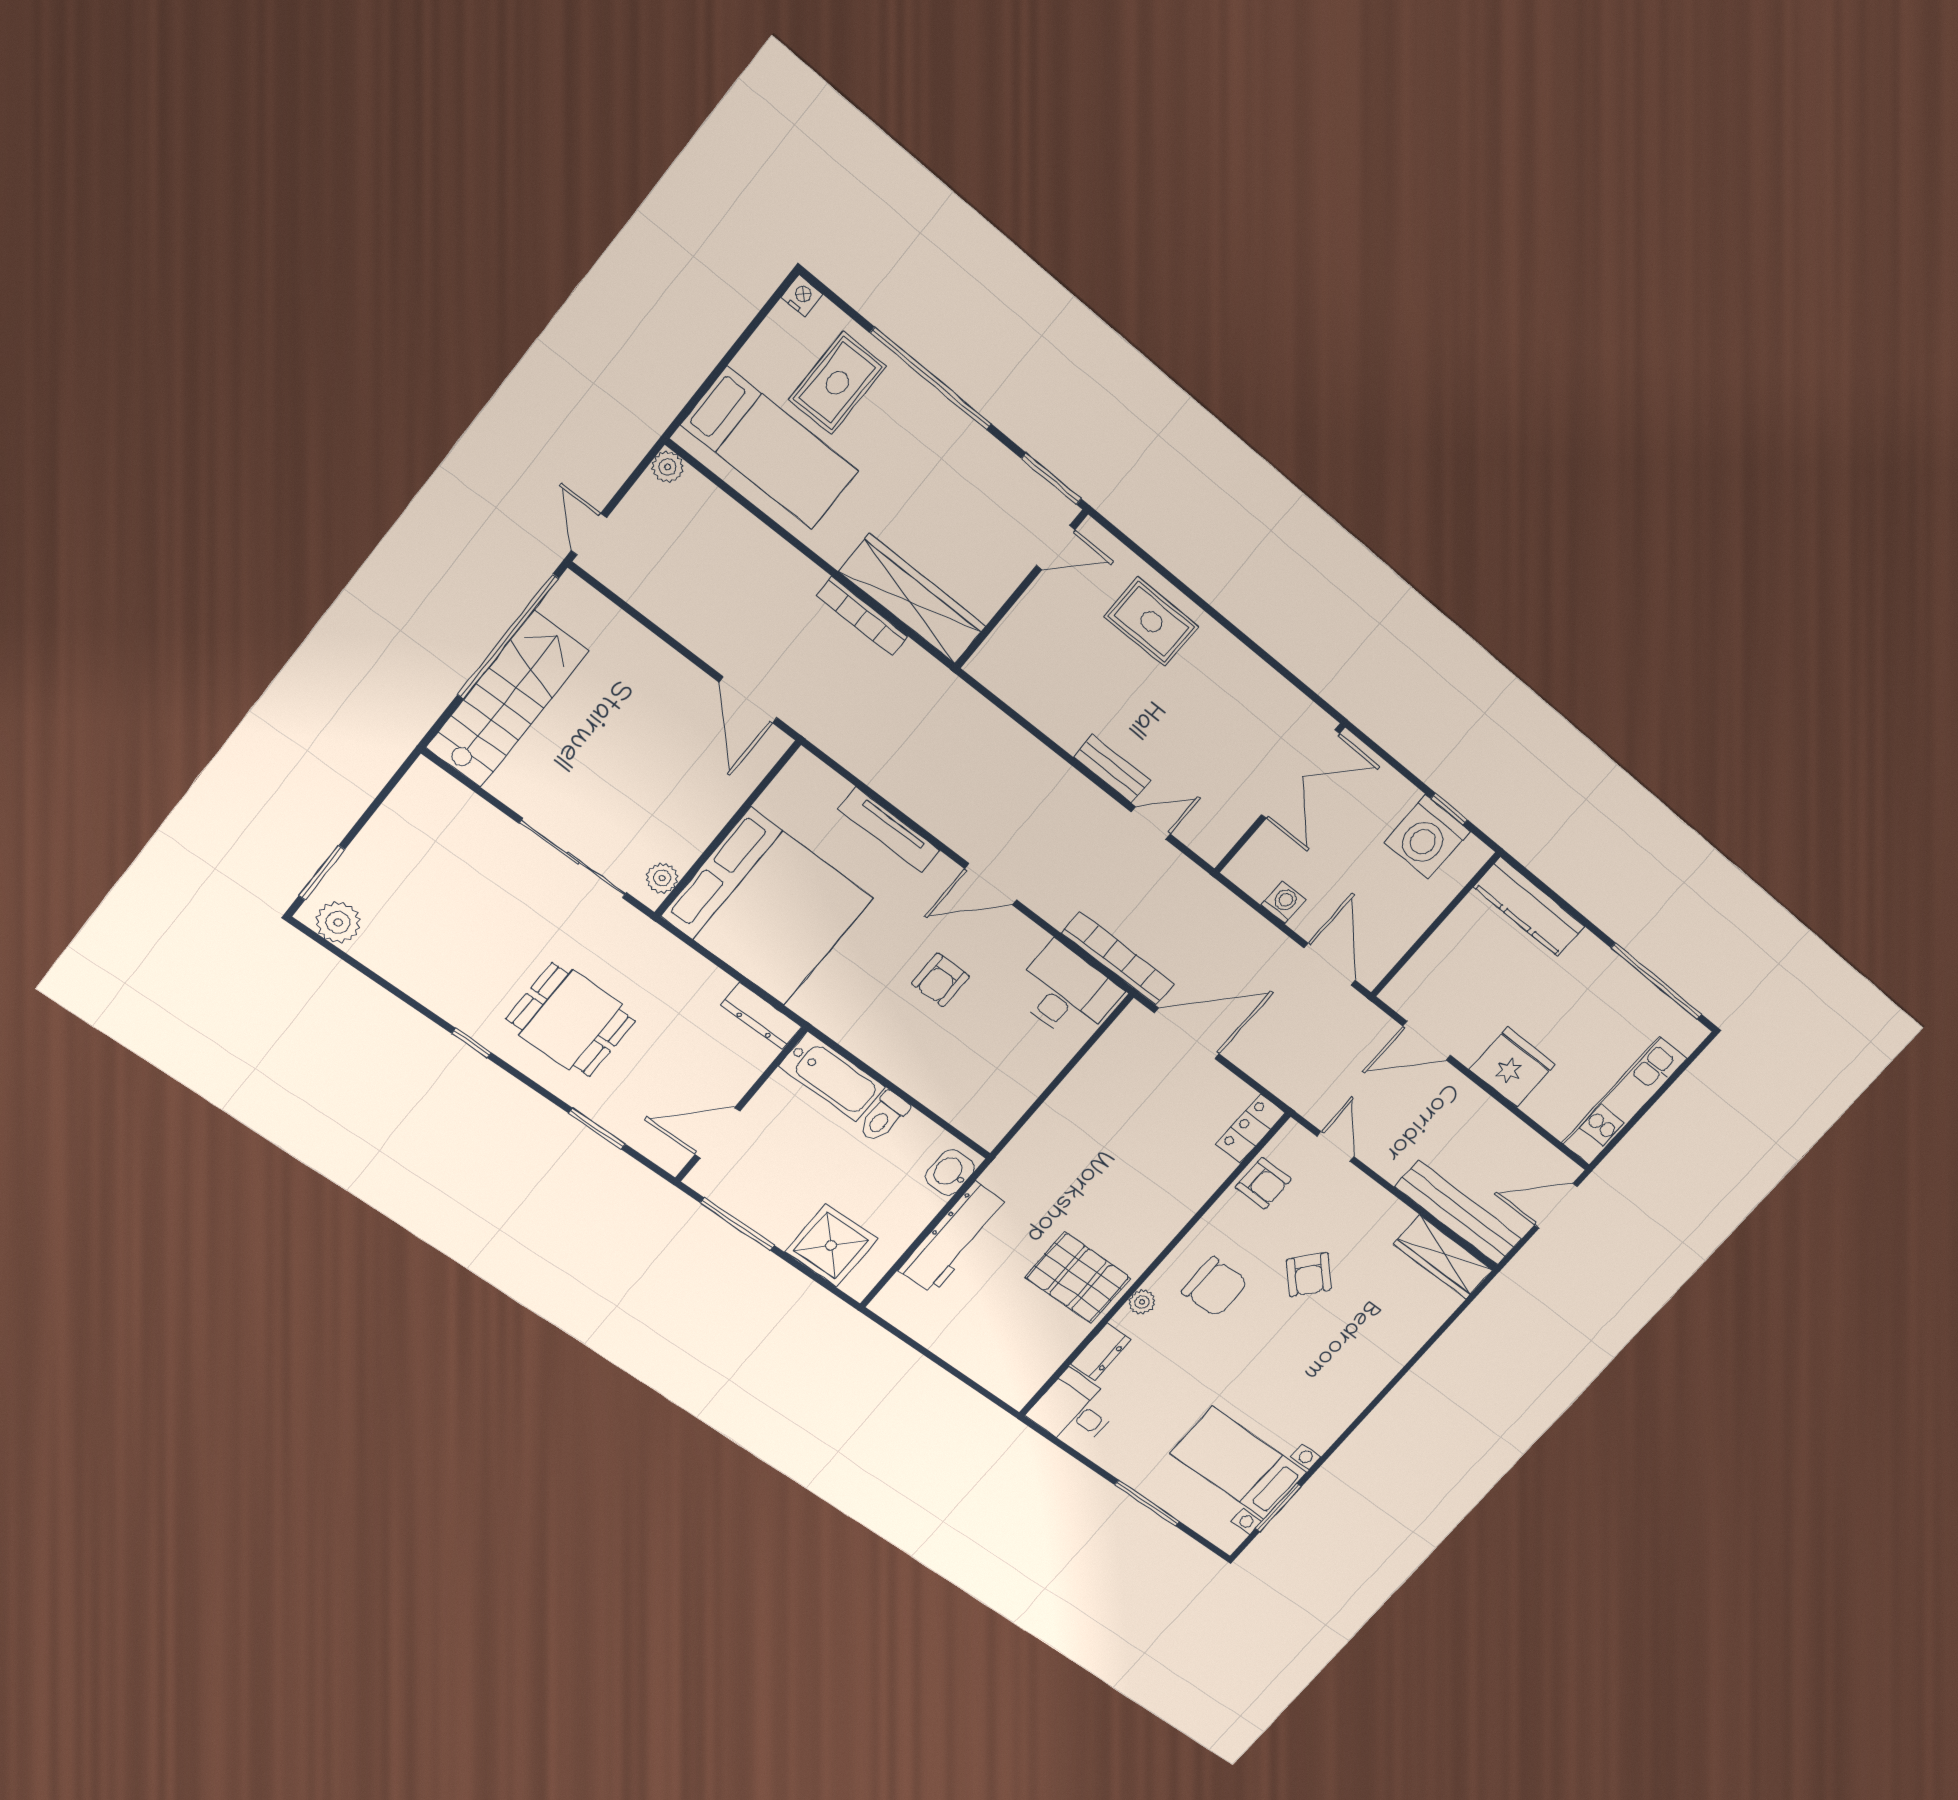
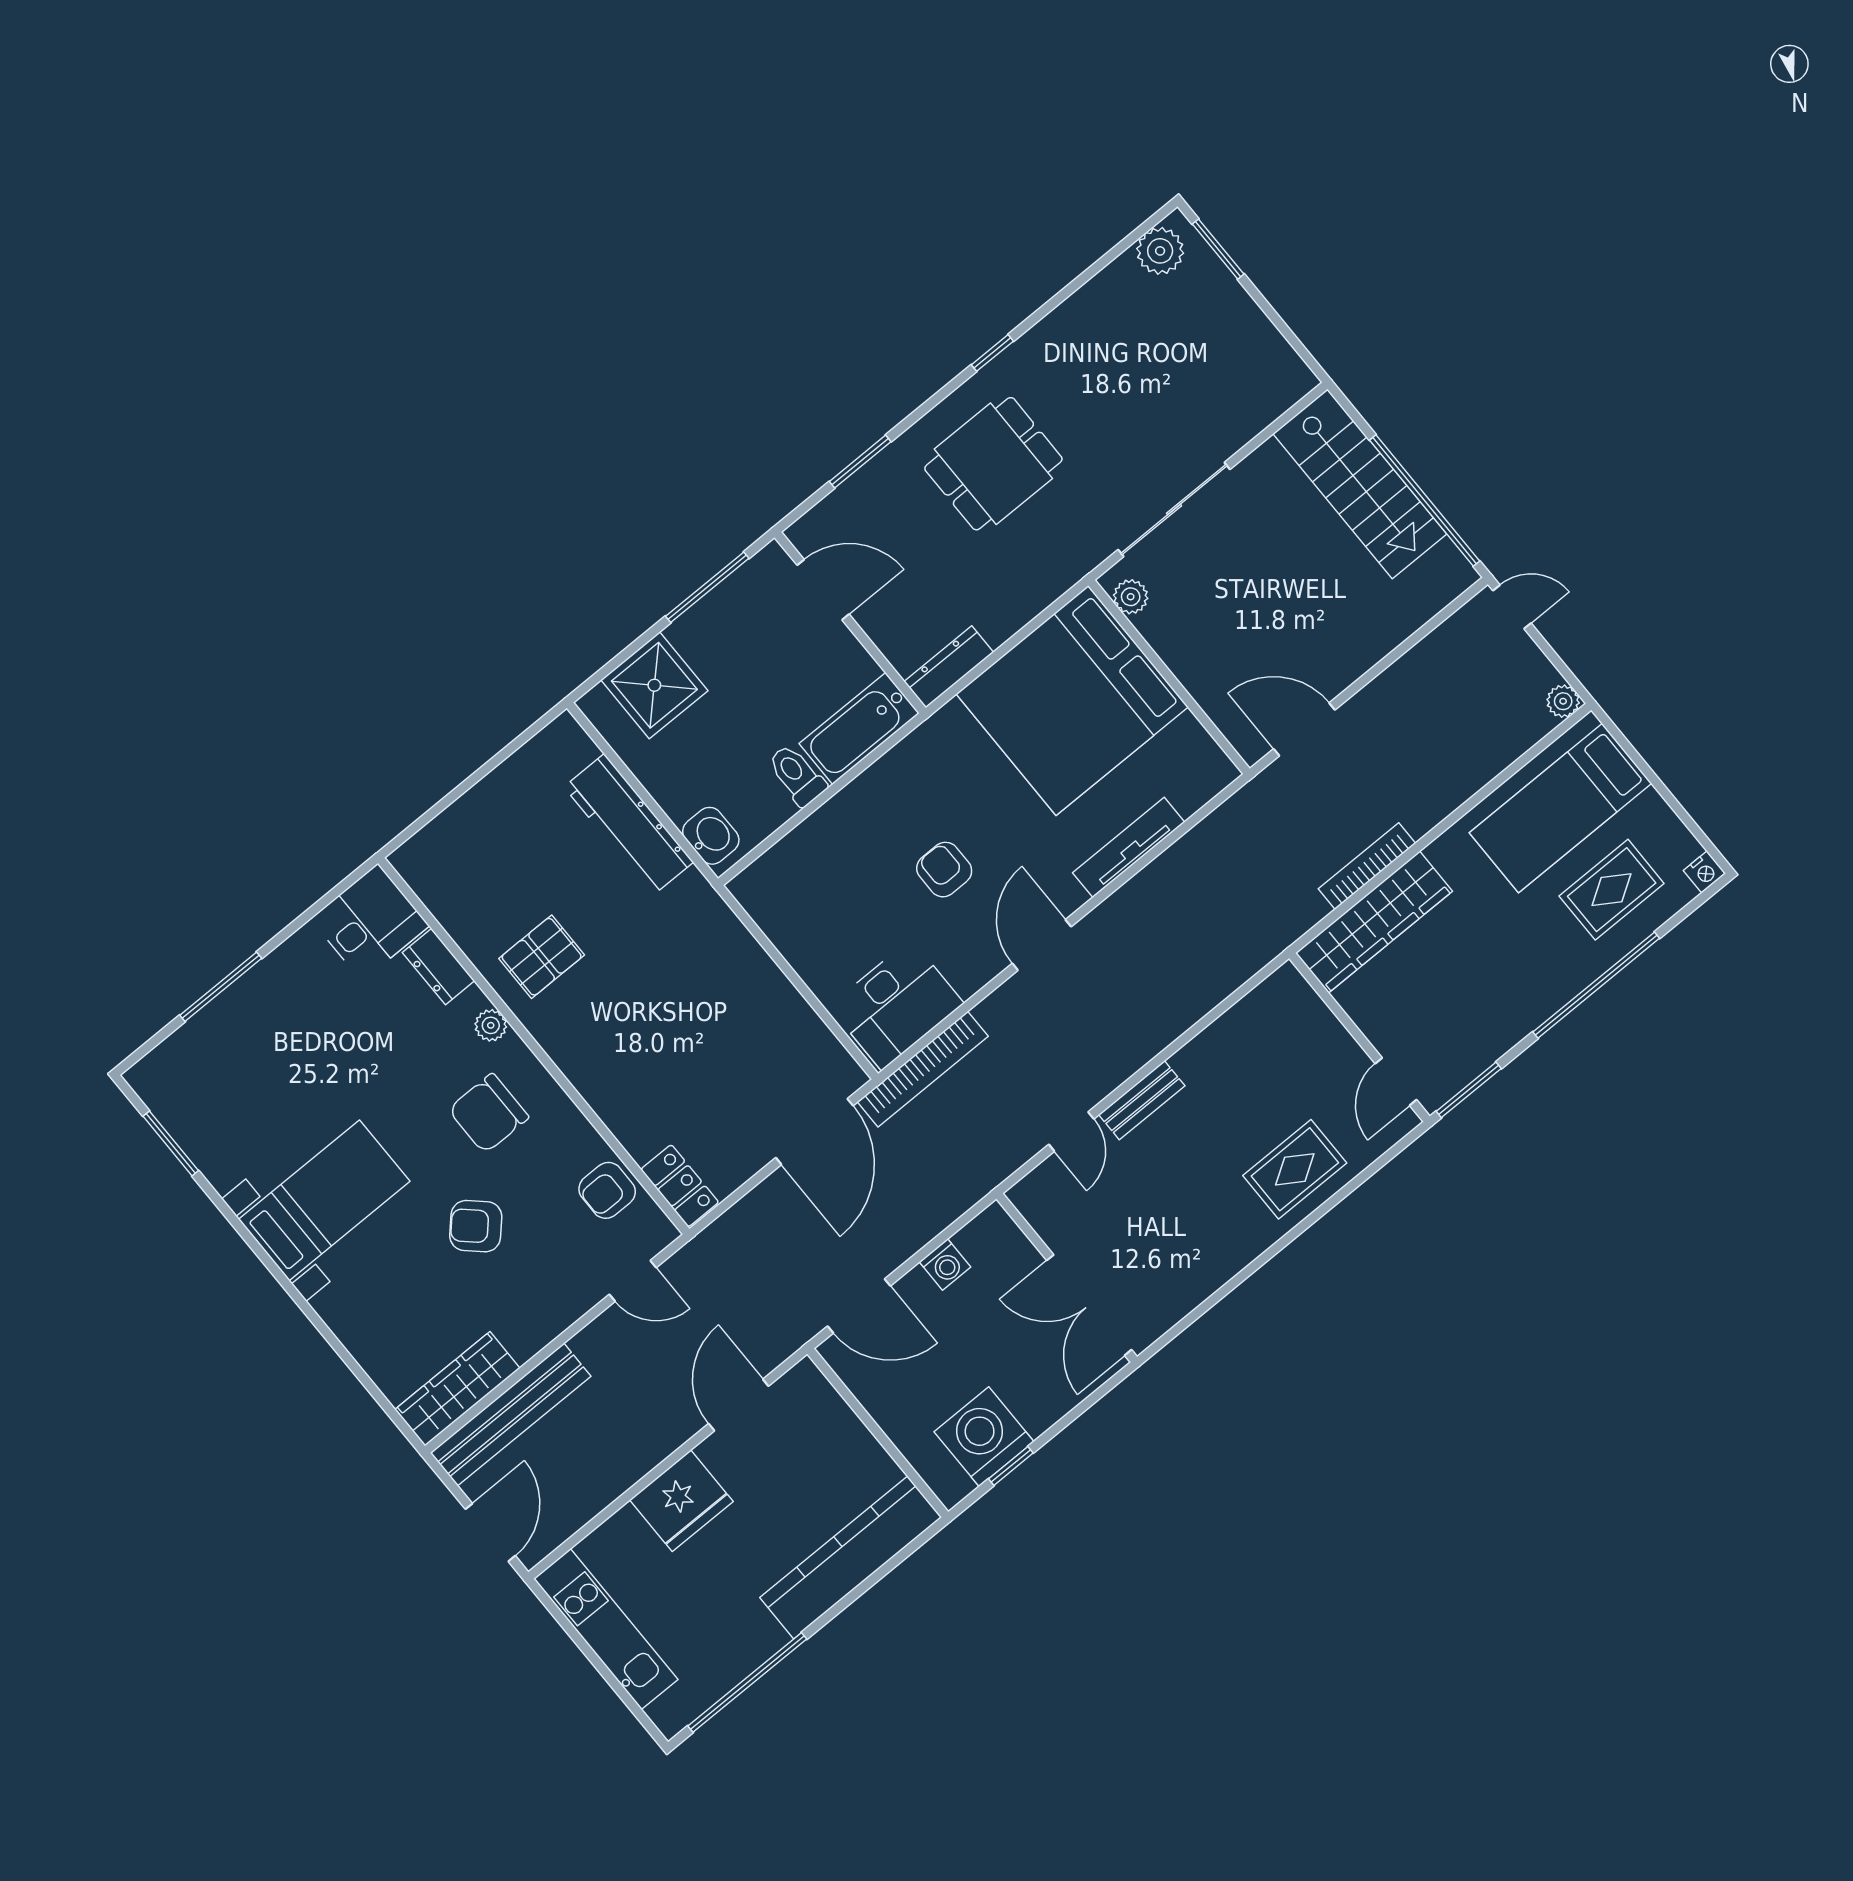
rug: (837, 383) -> (1612, 890), turned 90
kitchen counter: (1529, 907) -> (851, 1557), width x1.39, depth x1.17
door: (717, 1133) -> (823, 590), hinge flipped
pallet: (1078, 1278) -> (542, 957), width x0.67, depth x0.71
bed with nightstands: (1238, 1463) -> (324, 1200), moved

